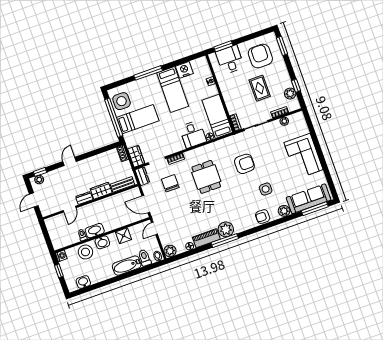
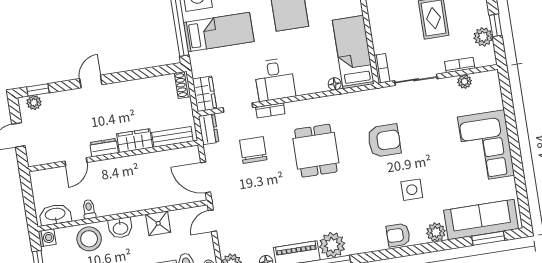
desk: (193, 134) -> (275, 80), moved
window: (315, 209) -> (488, 238), width x0.69
washbasin: (95, 231) -> (55, 215), moved

